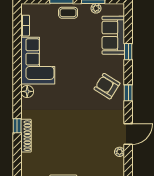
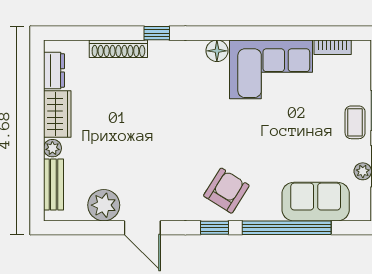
window: (128, 52) -> (287, 228), width x3.17
shoe rack: (26, 136) -> (118, 49), moved
plant: (120, 152) -> (104, 205), width x1.87, depth x1.87

